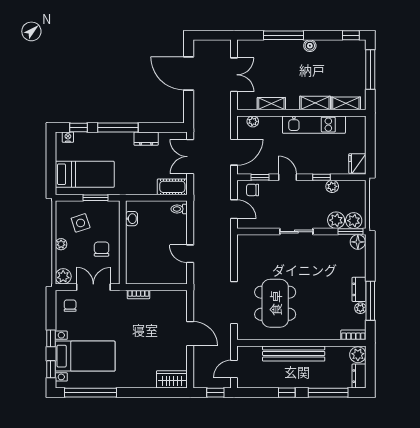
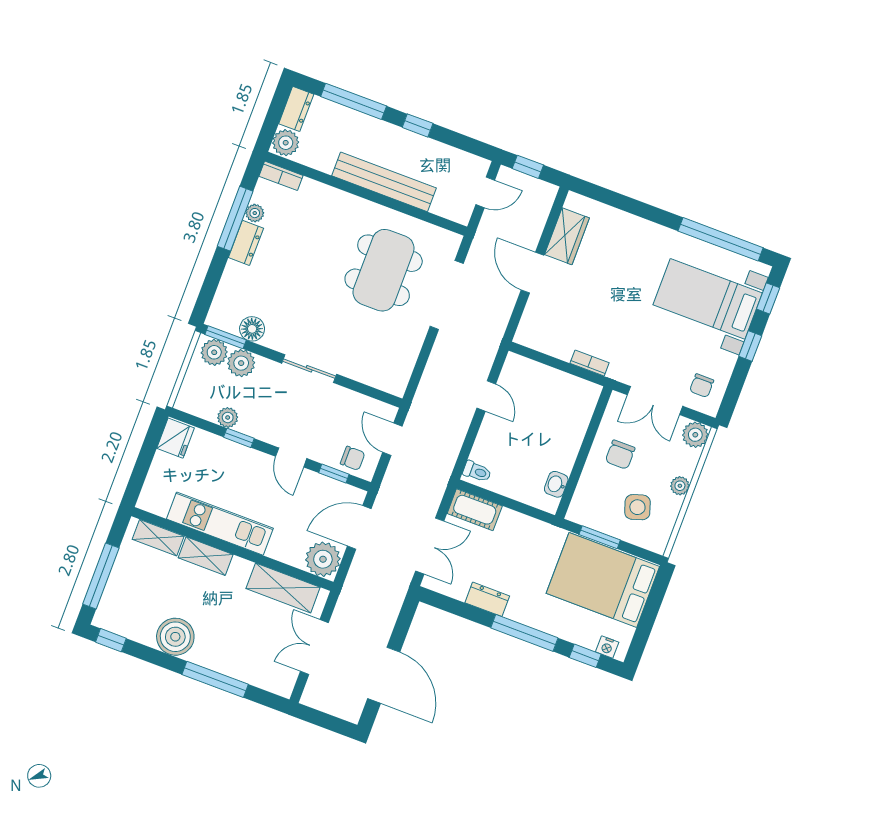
boiler: (310, 46) -> (175, 637), width x1.86, depth x1.86
shelving: (271, 104) -> (283, 588), width x1.50, depth x1.33
plant: (253, 121) -> (323, 559), width x1.87, depth x1.87
bed: (85, 174) -> (603, 580), width x1.50
floor lamp: (358, 242) -> (252, 329), moved
wardrobe: (172, 379) -> (567, 236), moved, turned -90

